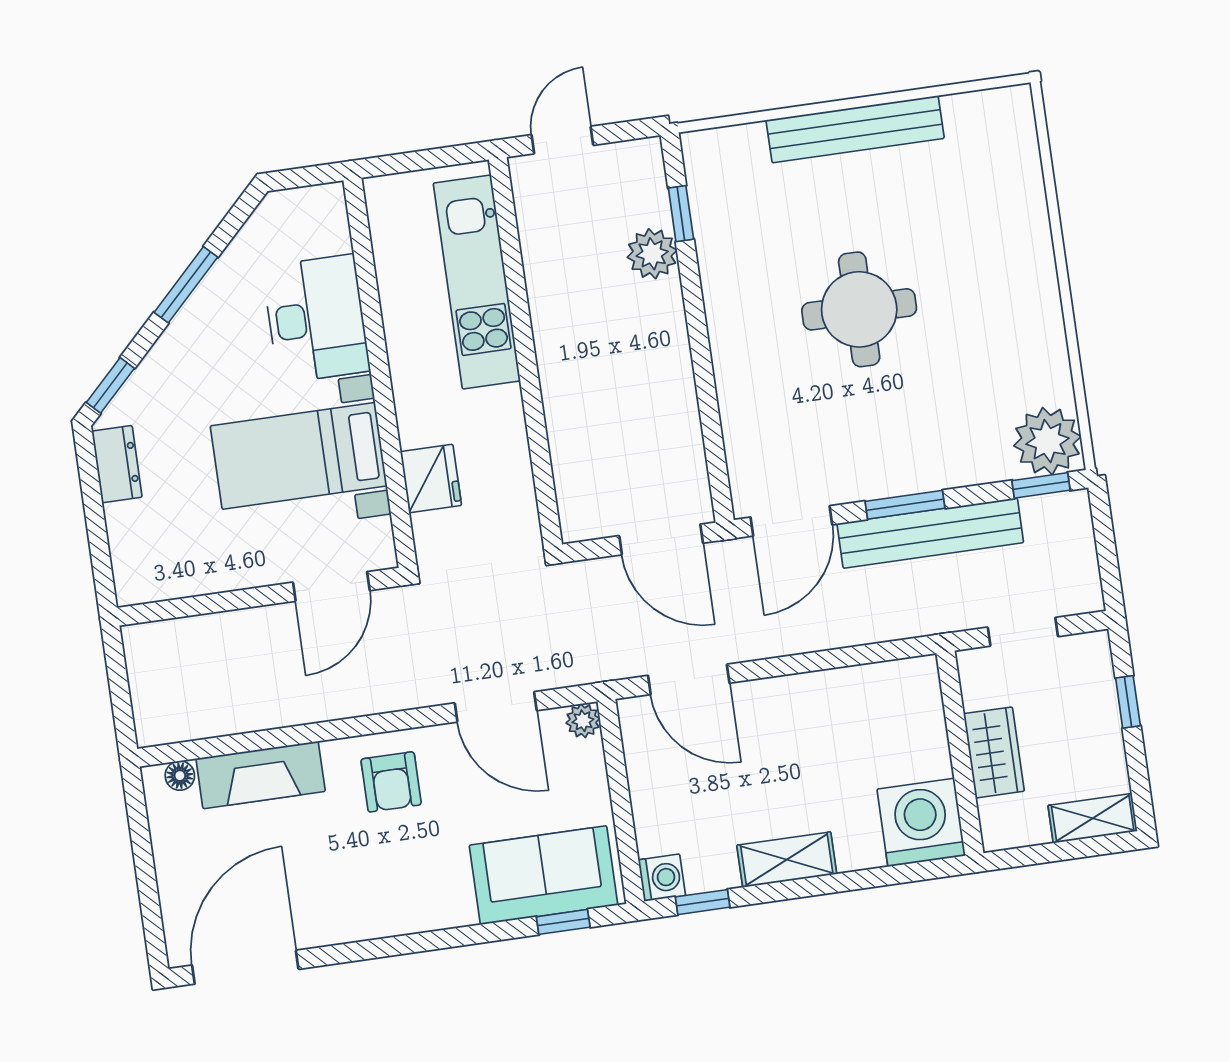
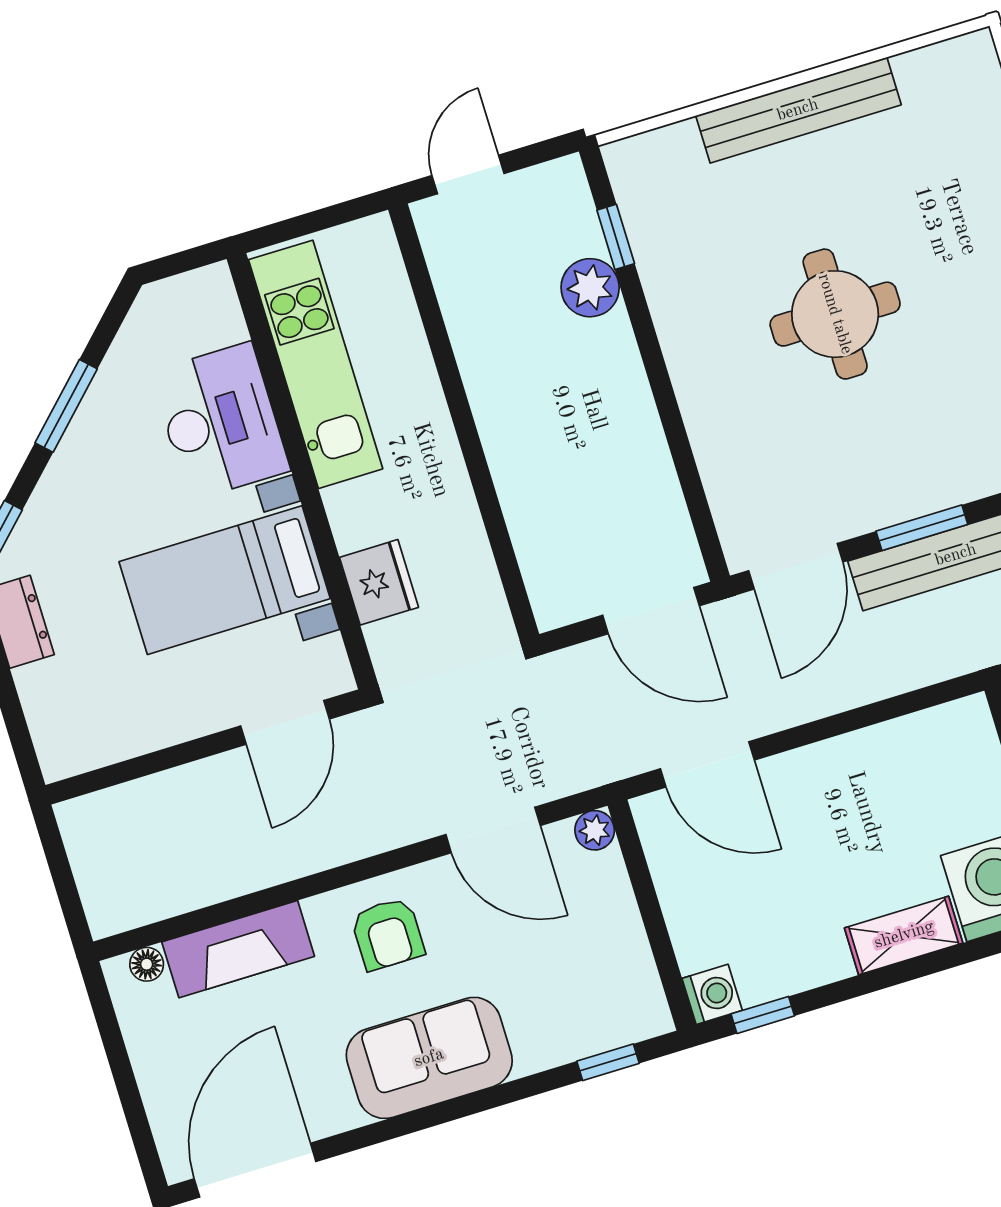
kitchen unit: (477, 282) -> (316, 364), moved, turned 180
shelving: (787, 860) -> (904, 935), moved
sofa: (544, 875) -> (429, 1058), moved

